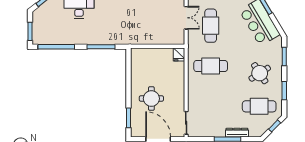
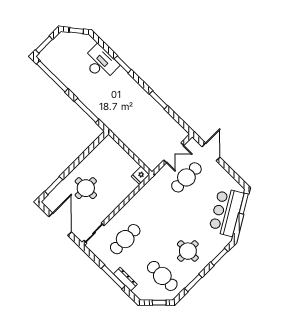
cafe table: (211, 66) -> (125, 239), moved, turned 90
round table: (260, 73) -> (188, 251), turned 33

